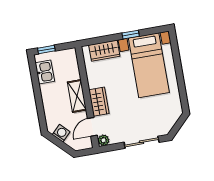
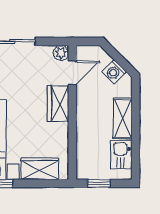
window: (46, 49) -> (99, 183), moved
shelving: (77, 96) -> (123, 118), moved

